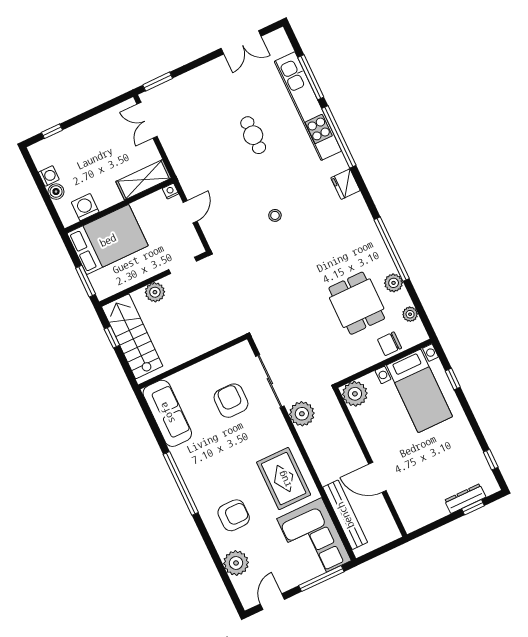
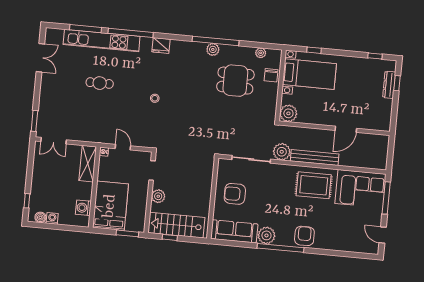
boiler: (56, 192) -> (40, 217), moved
plant: (394, 283) -> (213, 49), moved
armchair: (231, 401) -> (235, 194), moved
armchair: (234, 515) -> (304, 236), moved
bench: (345, 515) -> (315, 158), moved
plant: (236, 563) -> (266, 235), moved

